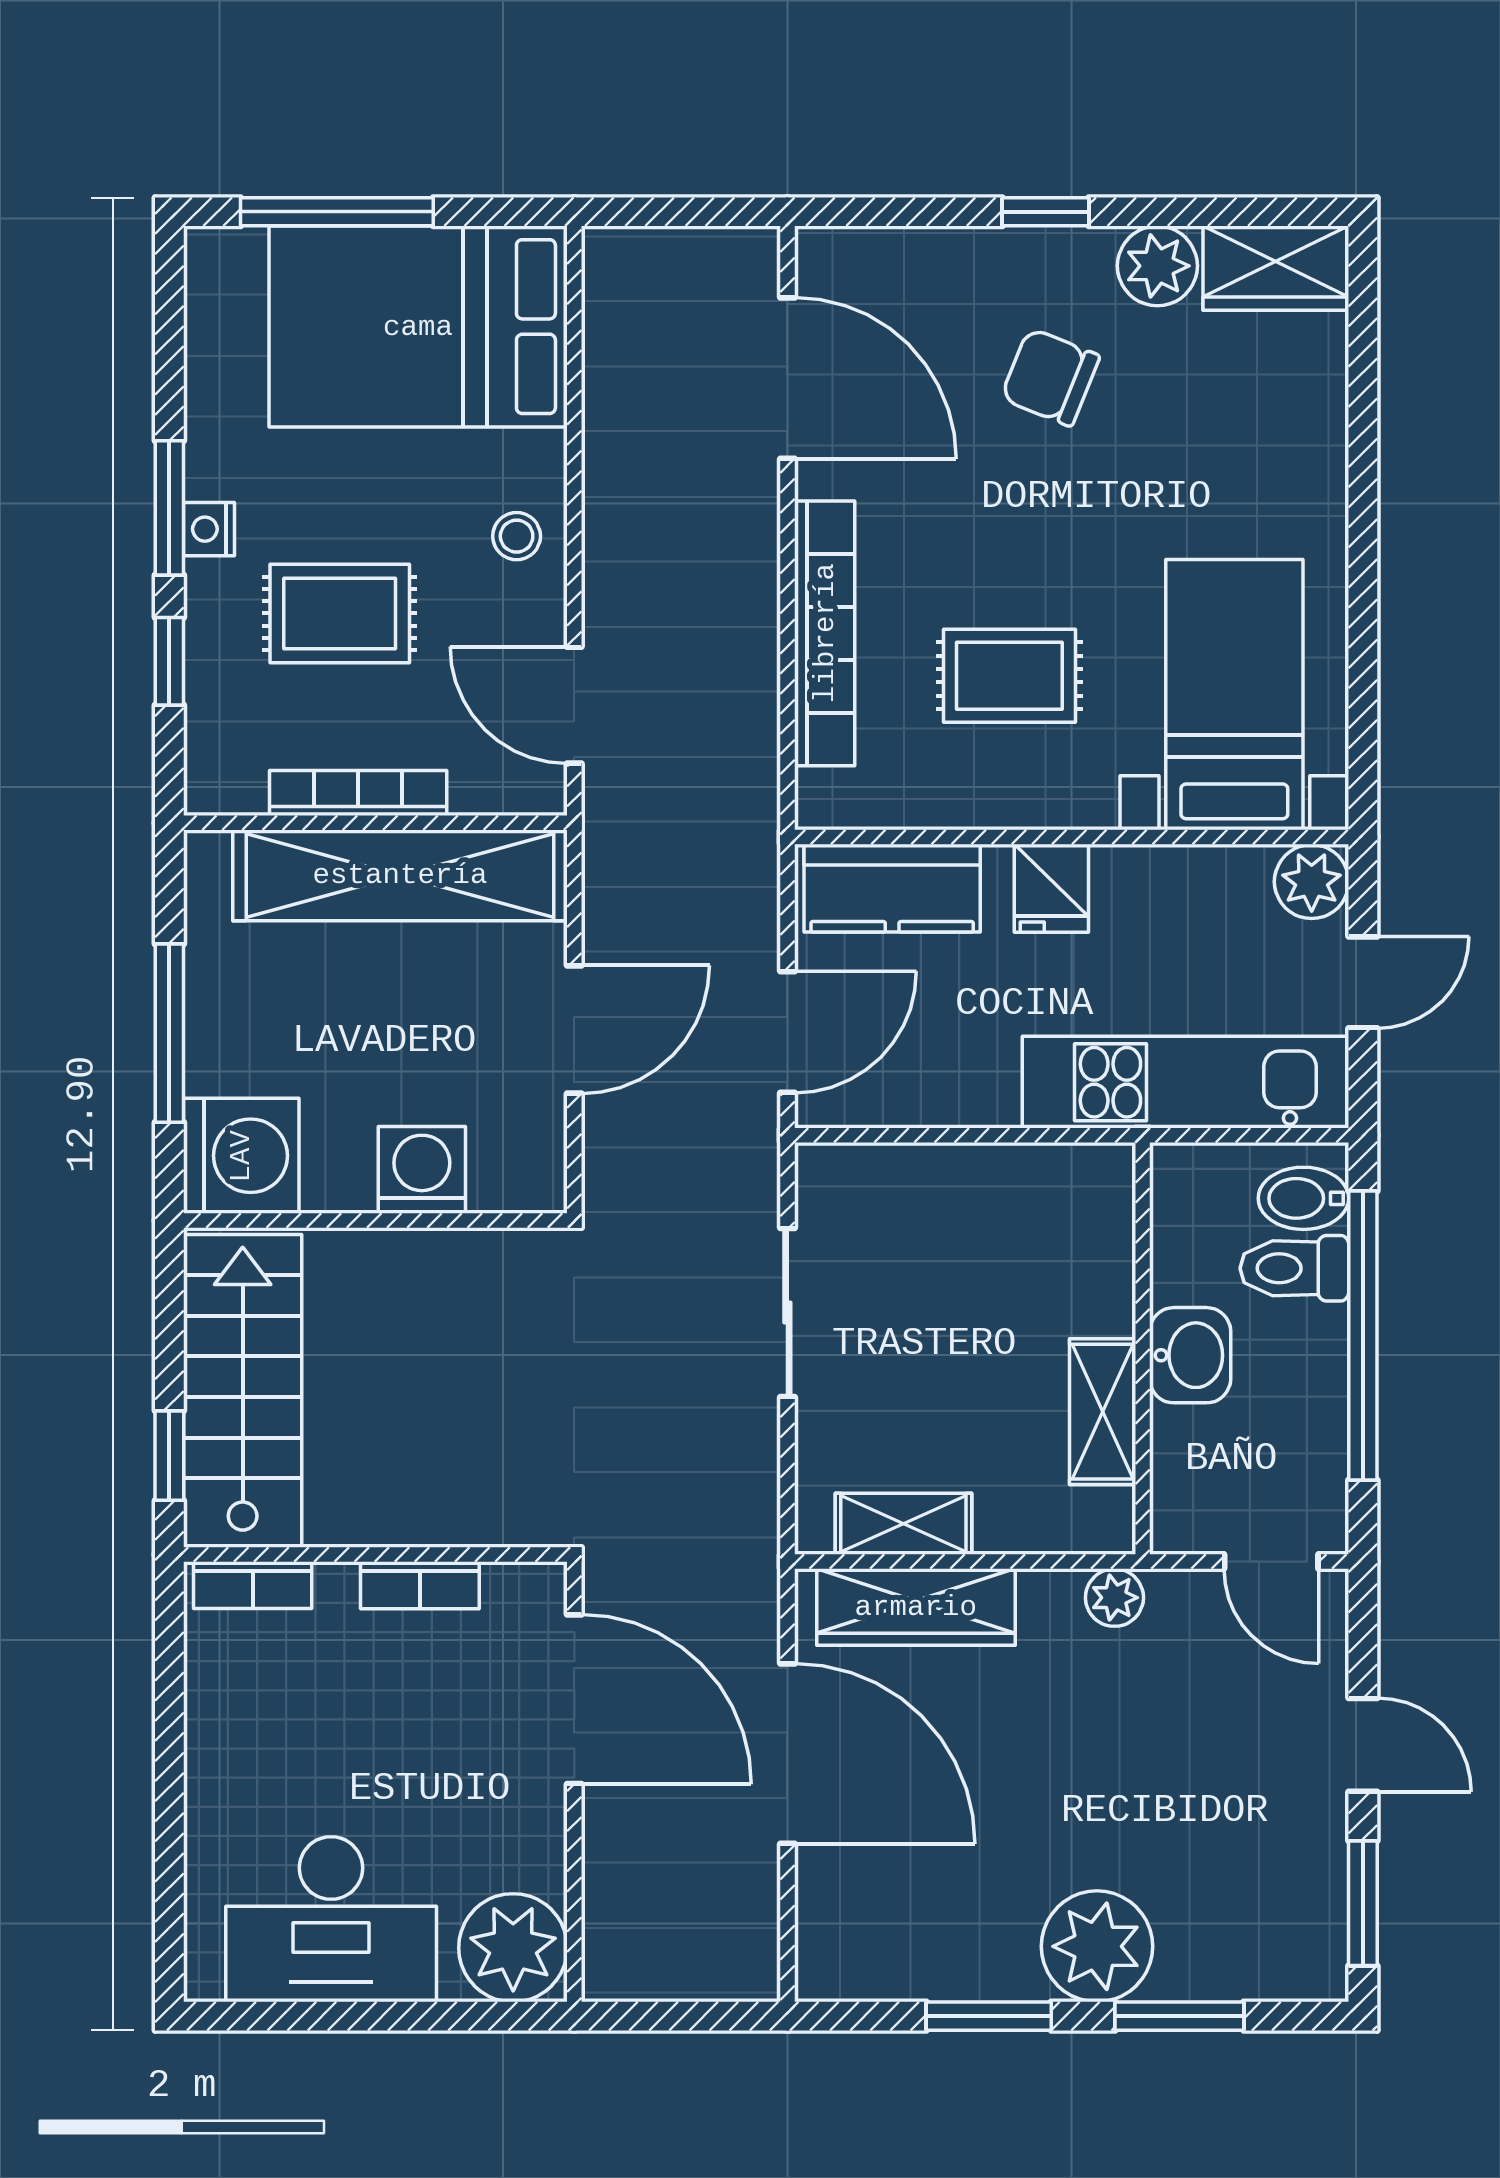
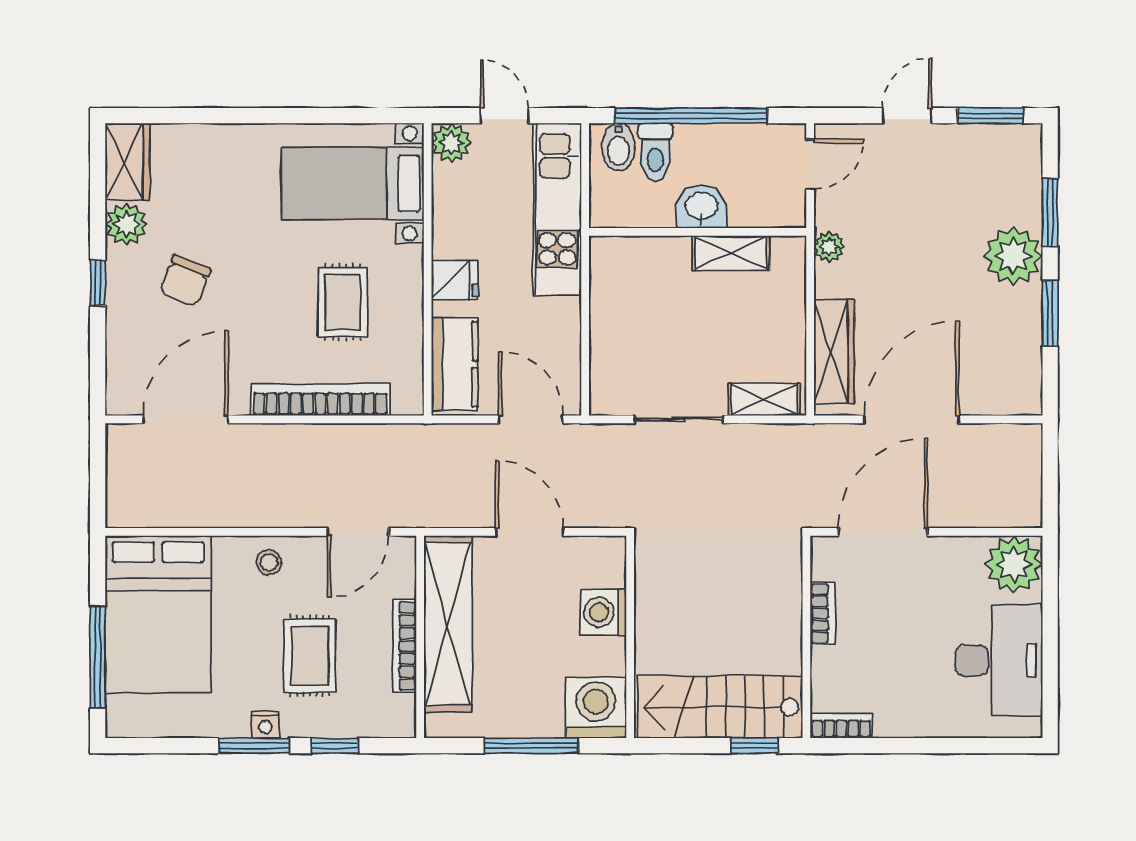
shelving: (903, 1524) -> (764, 400), moved, turned 90
bookcase: (253, 1585) -> (841, 726), moved, turned -90

